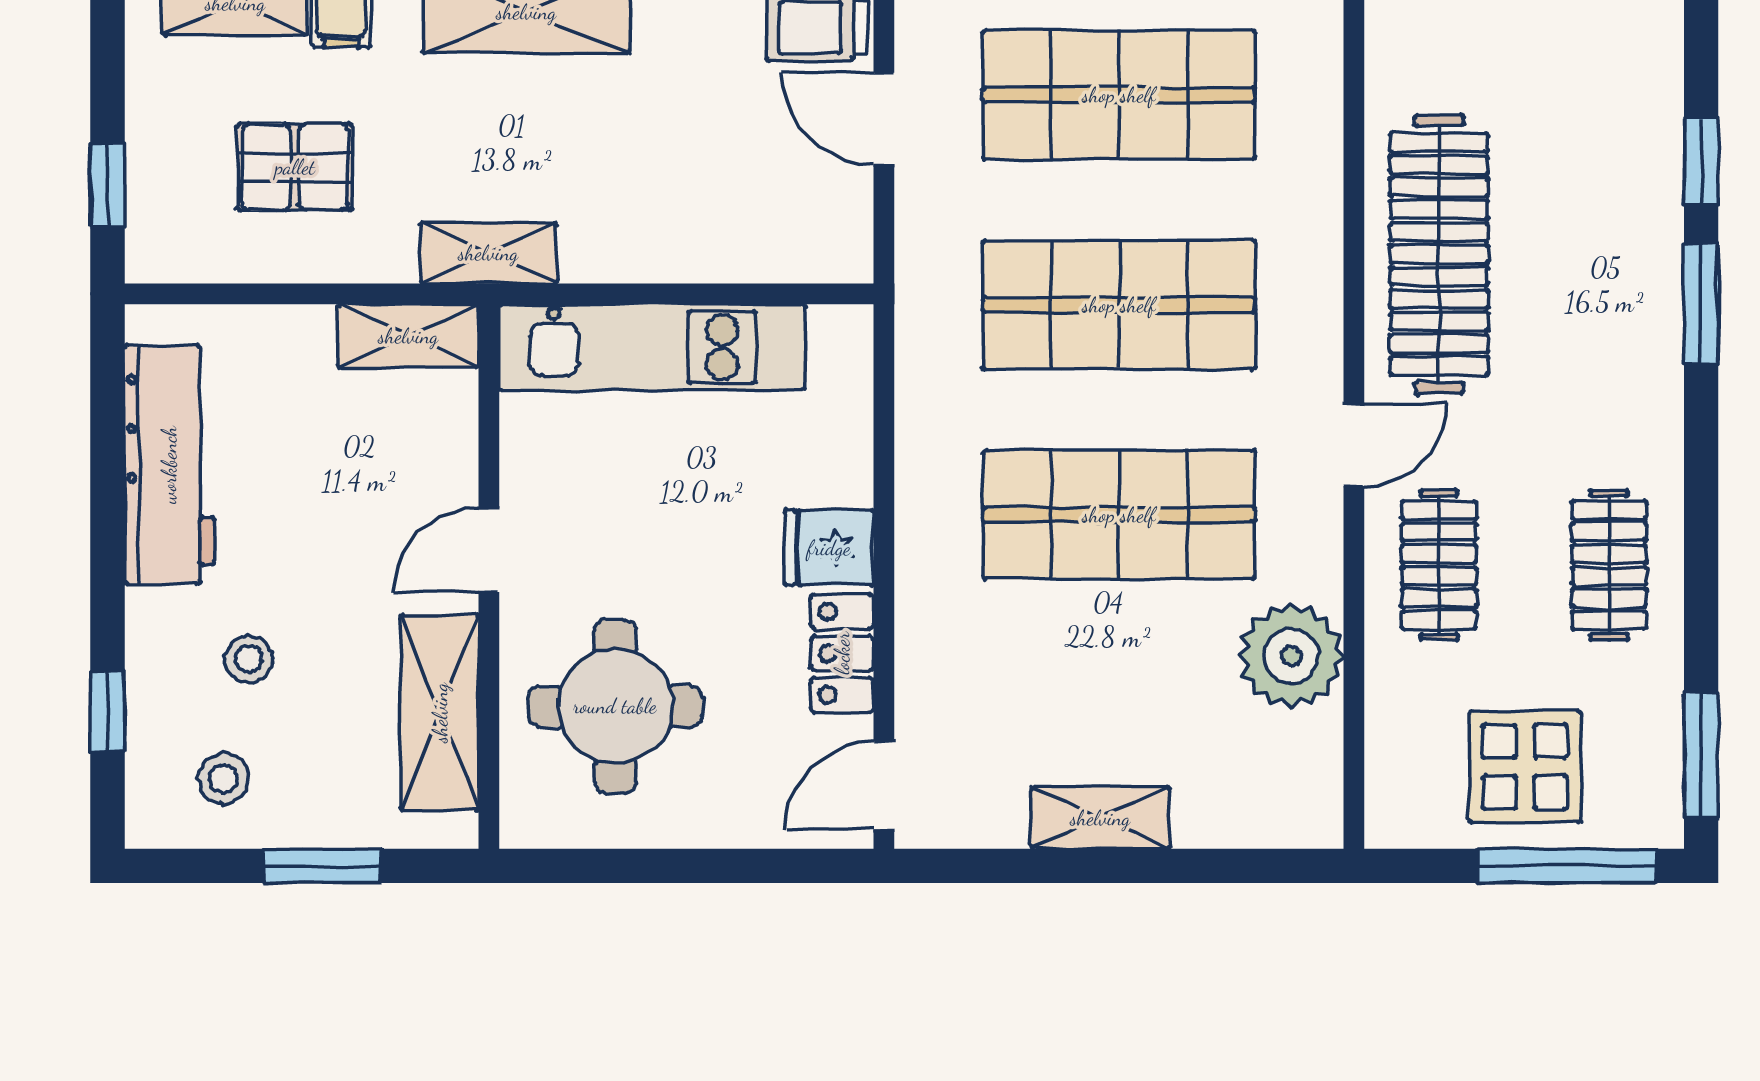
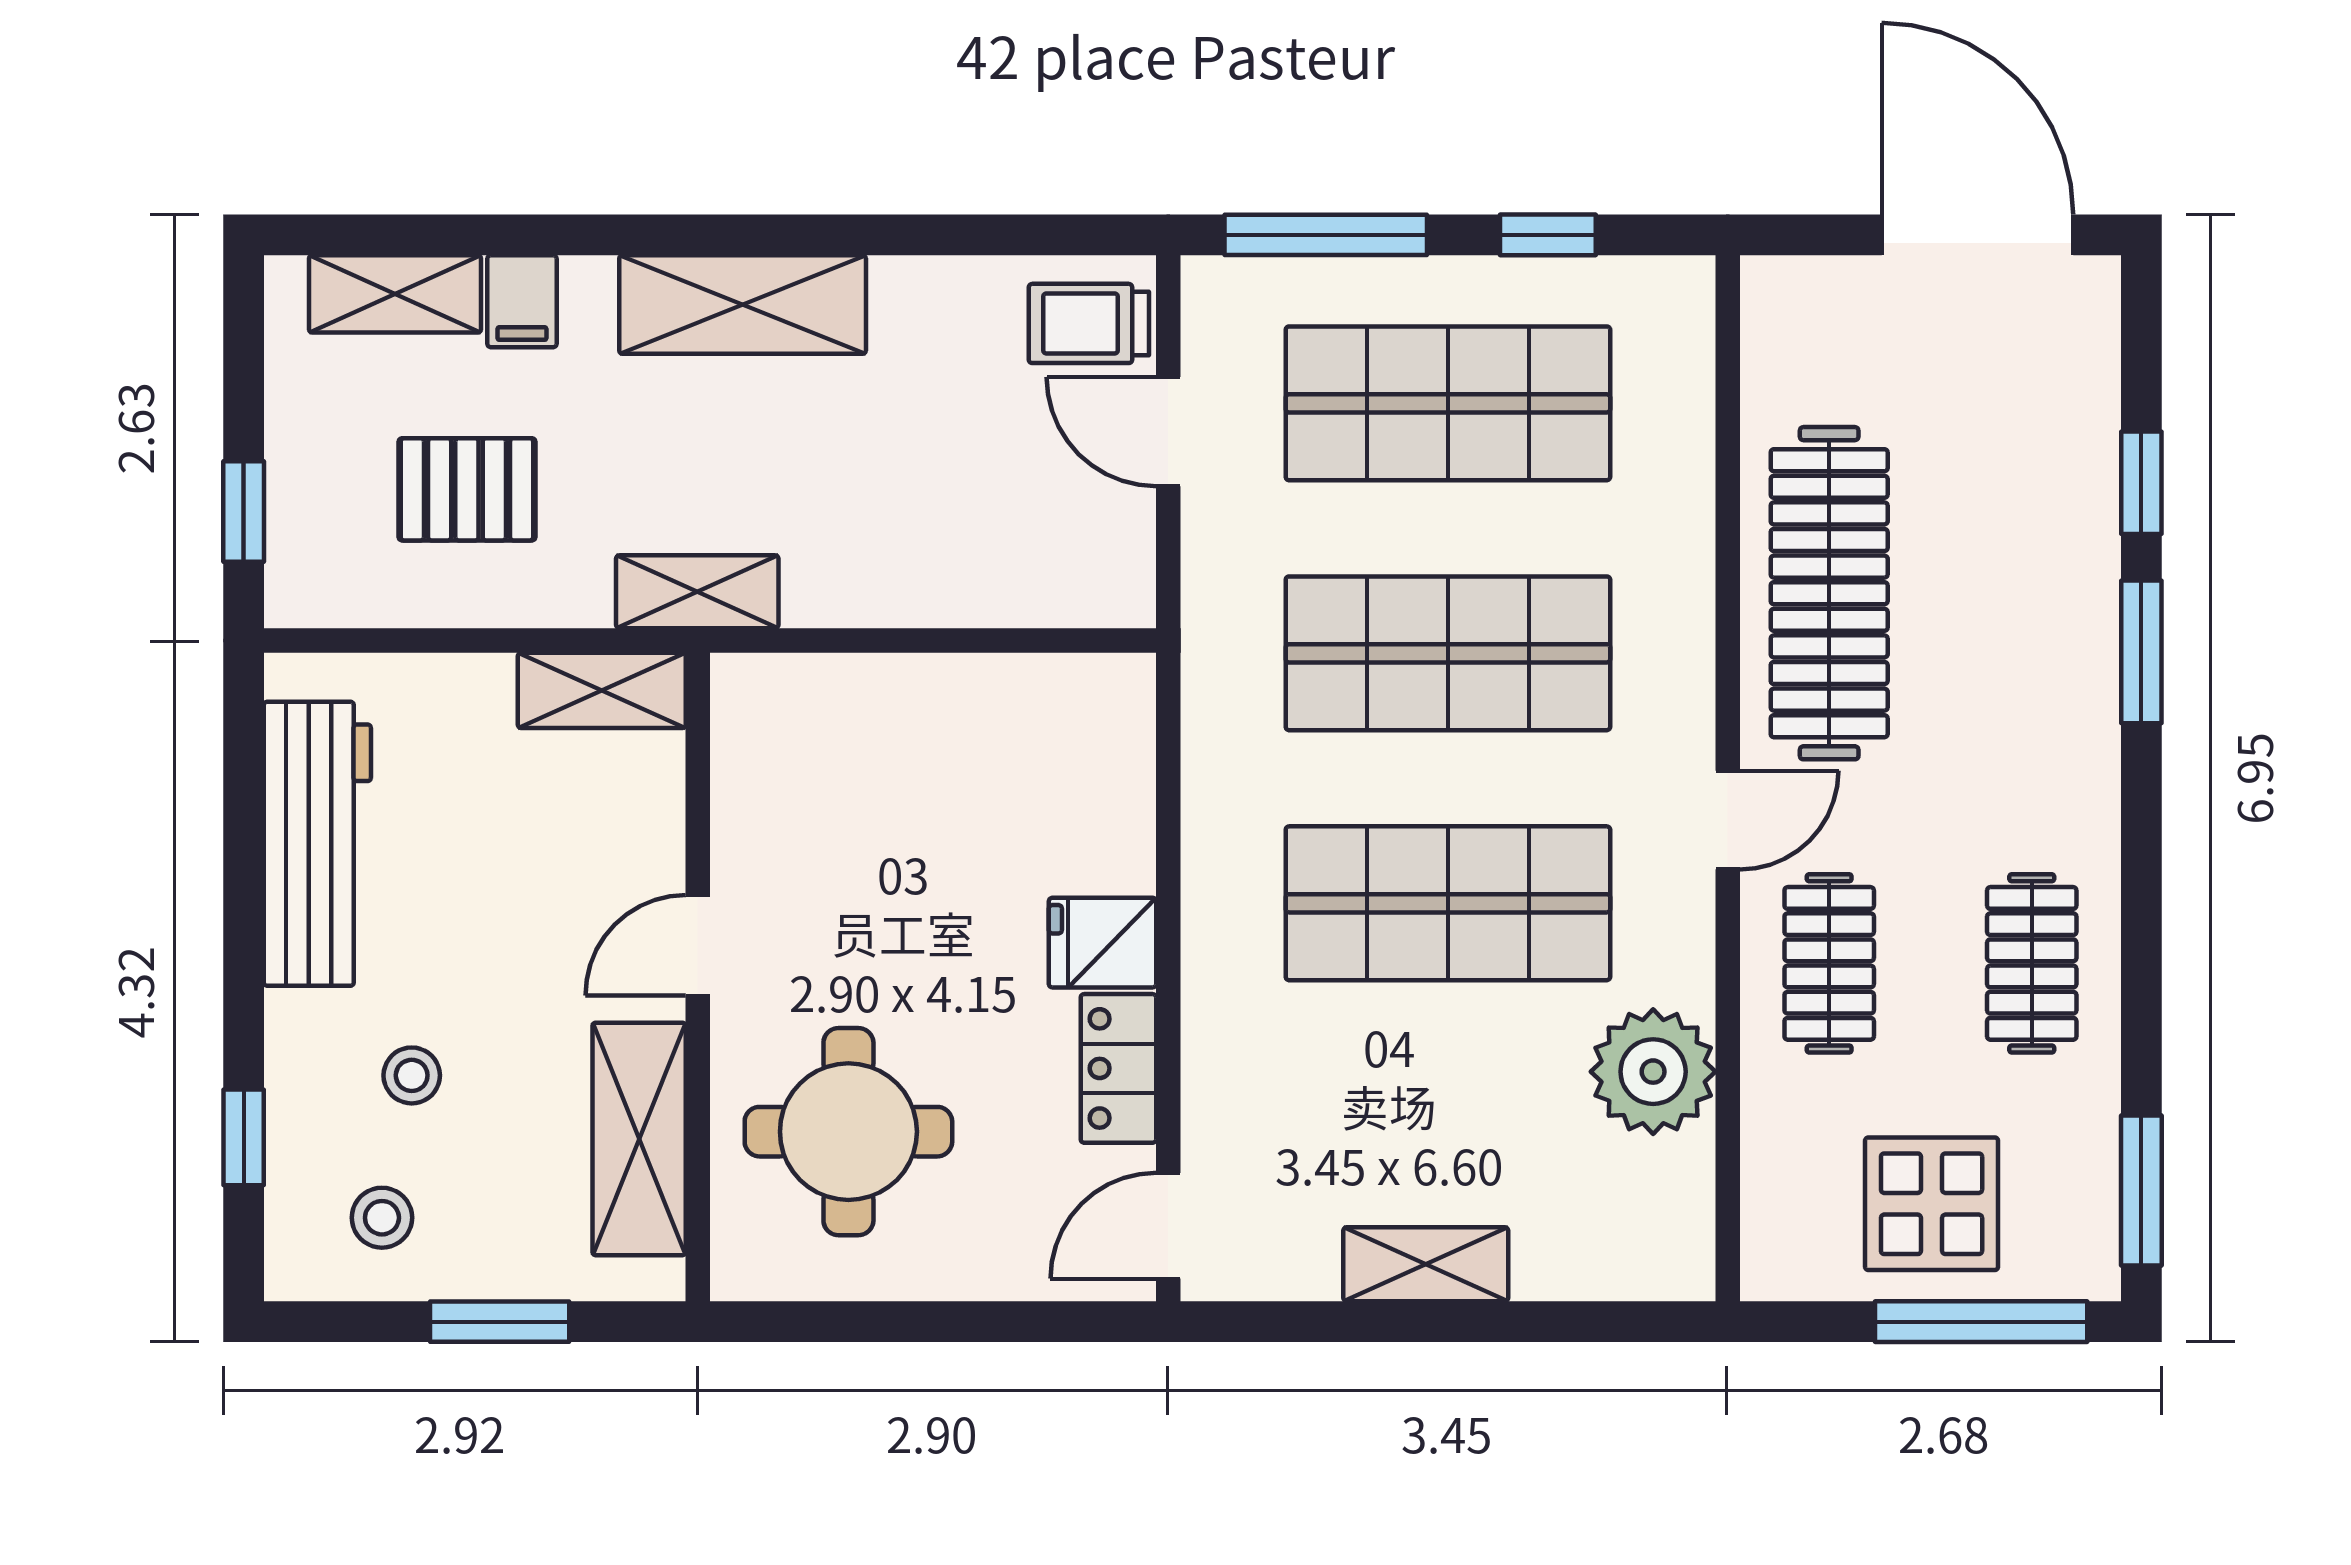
kitchen unit: (652, 347) -> (892, 704), removed

